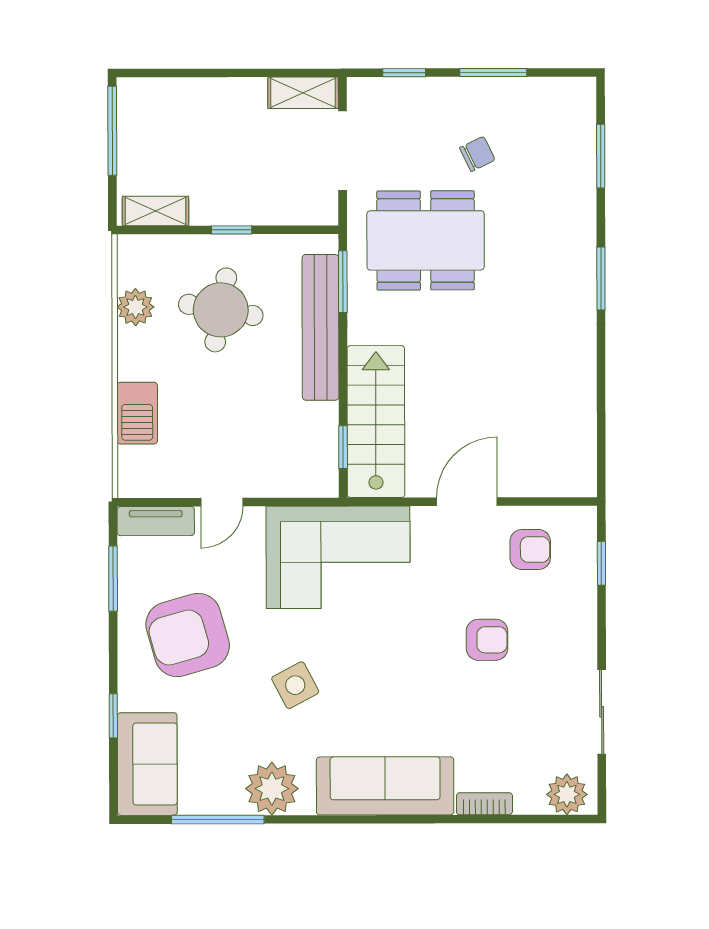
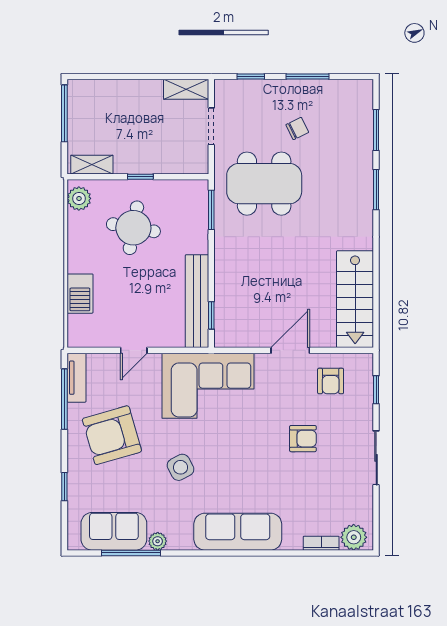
doorway: (343, 151) -> (211, 126), width x0.73
window: (601, 279) -> (376, 190), moved
plant: (135, 307) -> (79, 198), moved
bench: (321, 327) -> (197, 301), moved
stairs: (376, 422) -> (355, 299), moved, turned 180
tv unit: (156, 521) -> (76, 378), moved, turned -90
armchair: (530, 550) -> (331, 381), turned 90
window: (113, 579) -> (64, 399), width x1.44
sliding door: (602, 712) -> (376, 458), moved
sofa: (147, 764) -> (114, 531), moved, turned -90
plant: (272, 789) -> (158, 541), width x0.53, depth x0.53
bookcase: (484, 804) -> (321, 543), moved

